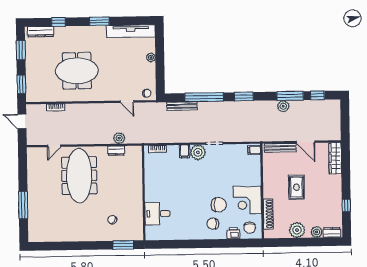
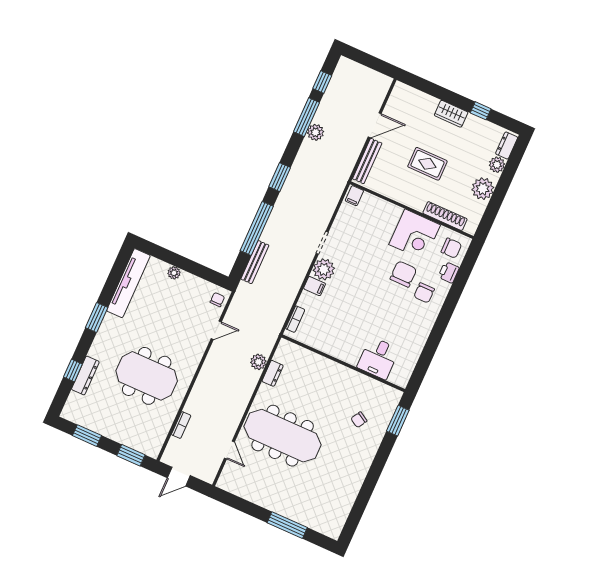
dresser: (41, 32) -> (85, 375), moved
meeting table: (77, 71) -> (147, 376), turned 90
wardrobe: (335, 158) -> (451, 114), moved, width x0.67

